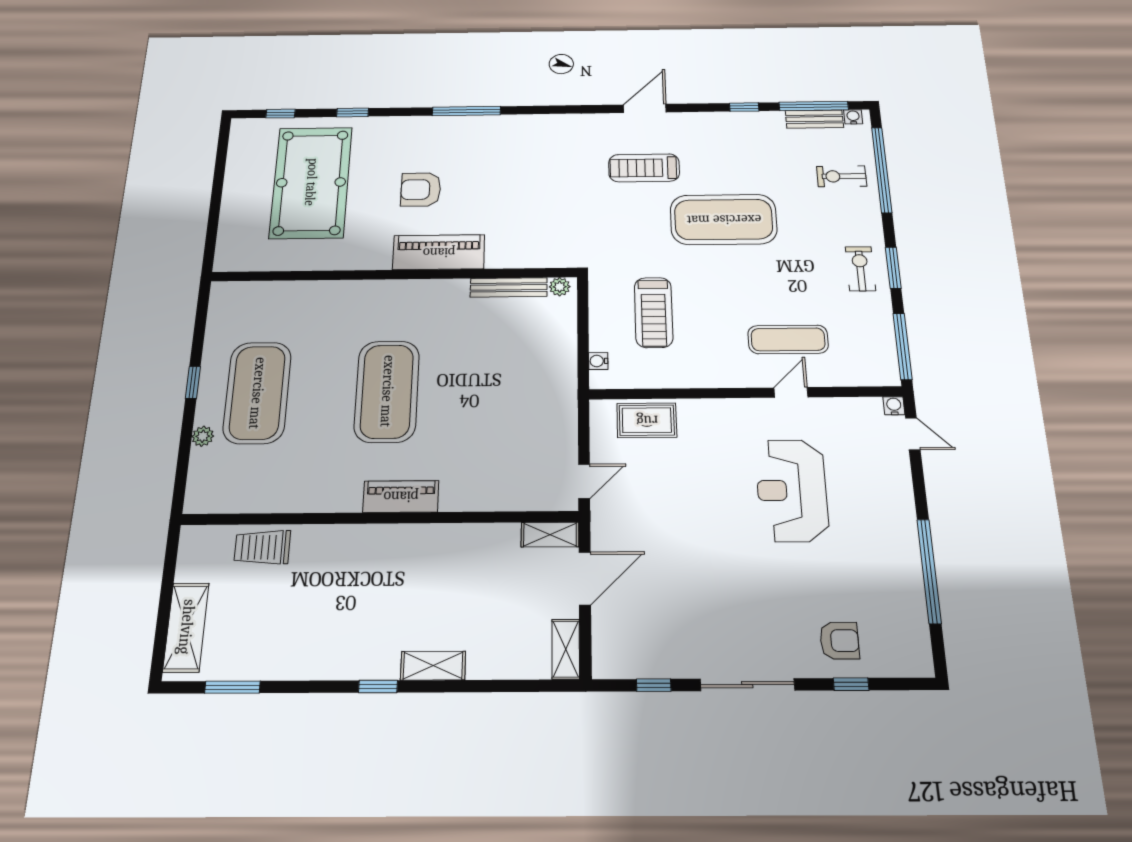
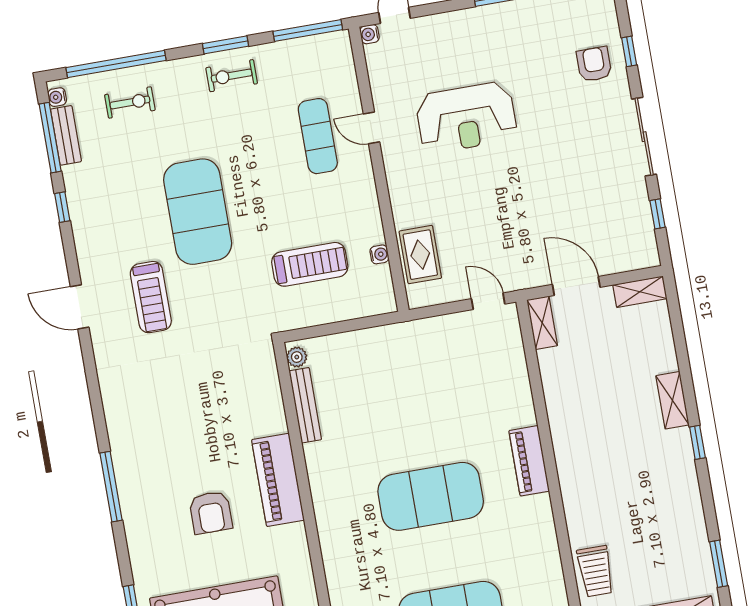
exercise bike: (842, 176) -> (130, 102), turned -90
water cooler: (598, 361) -> (379, 254), moved, turned -90

